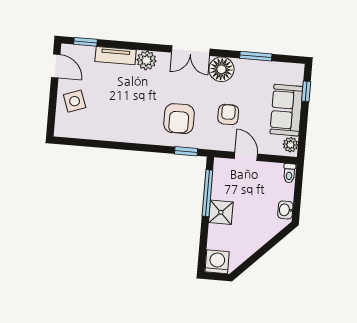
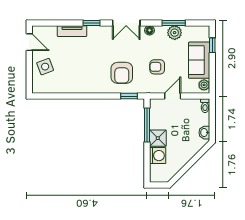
window: (86, 42) -> (92, 23), moved
plant: (147, 60) -> (175, 33), moved
floor lamp: (221, 69) -> (150, 30), width x0.53, depth x0.53
armchair: (228, 114) -> (157, 67), turned -90
door: (246, 156) -> (173, 96), hinge flipped
washing machine: (217, 262) -> (158, 156), moved, turned 90

